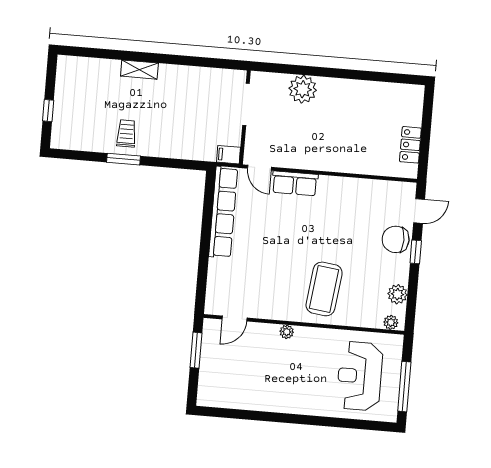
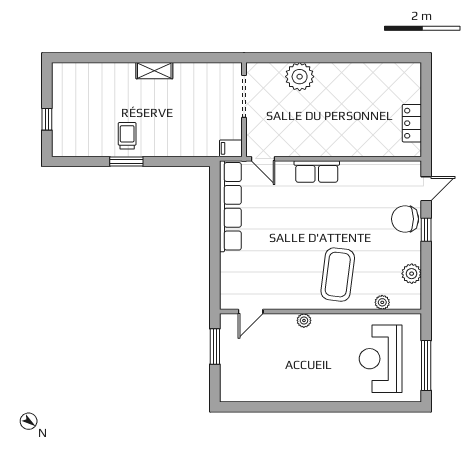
shelving: (139, 70) -> (154, 71), moved
row of seats: (295, 183) -> (317, 171), moved
plant: (391, 322) -> (382, 302), moved

